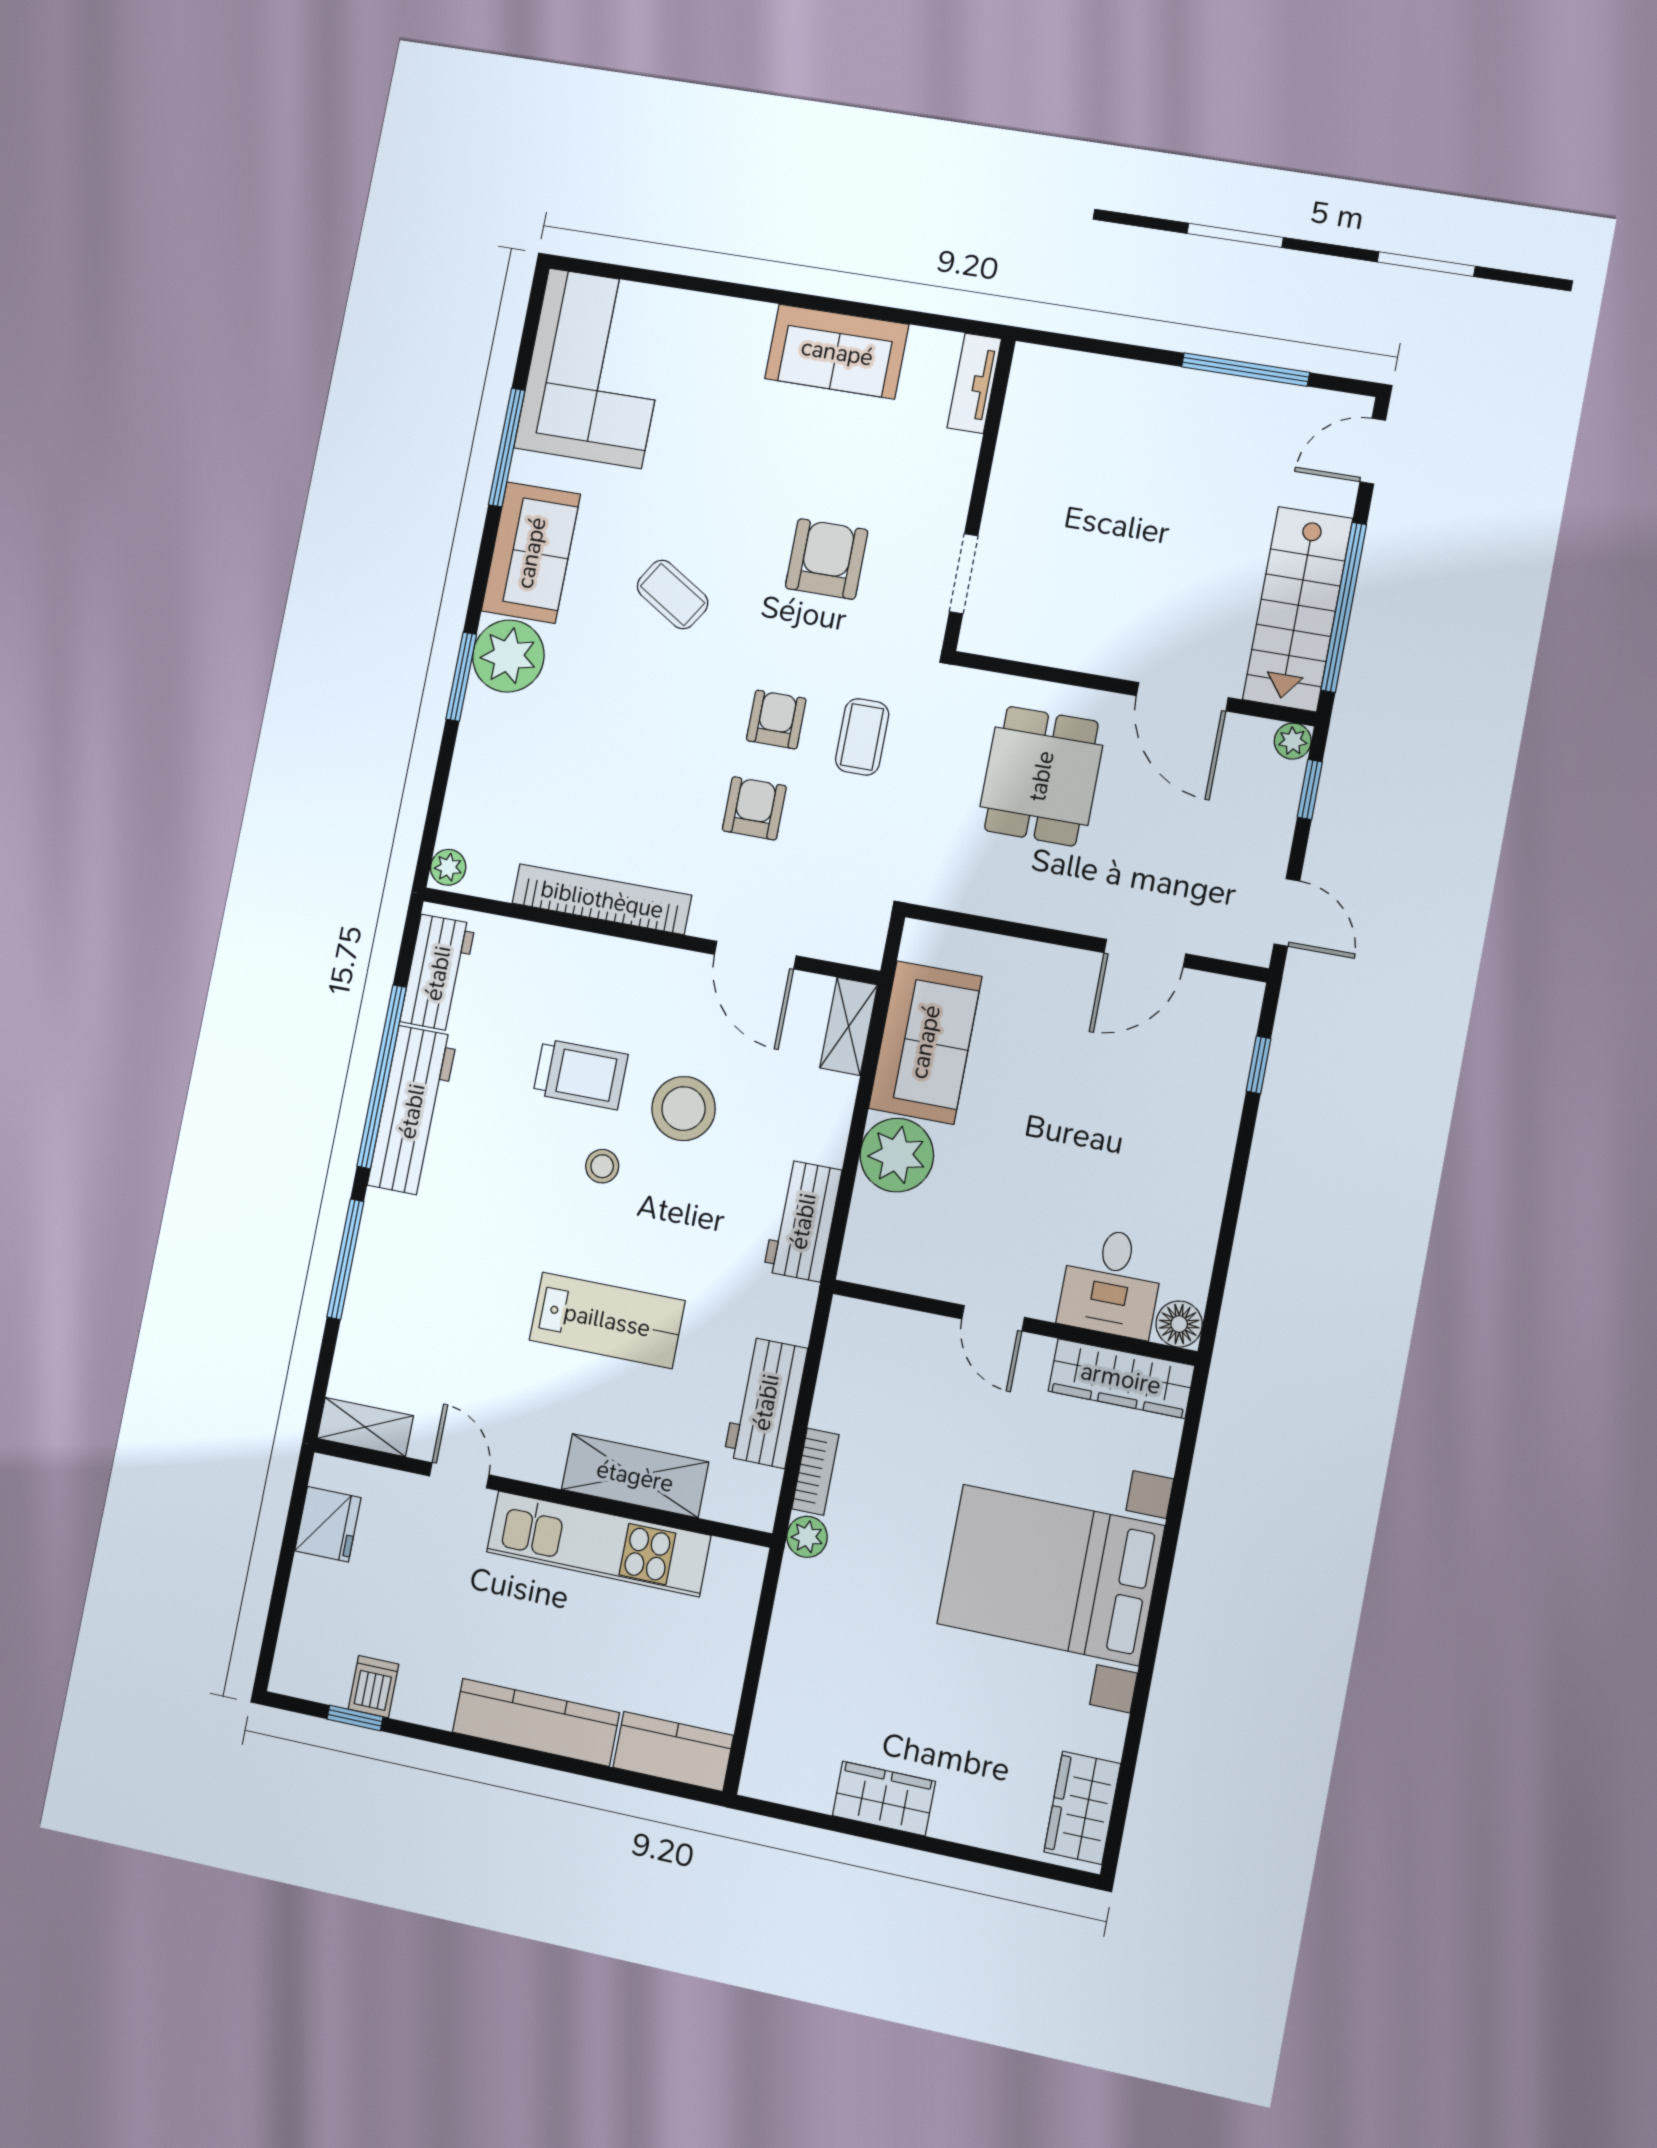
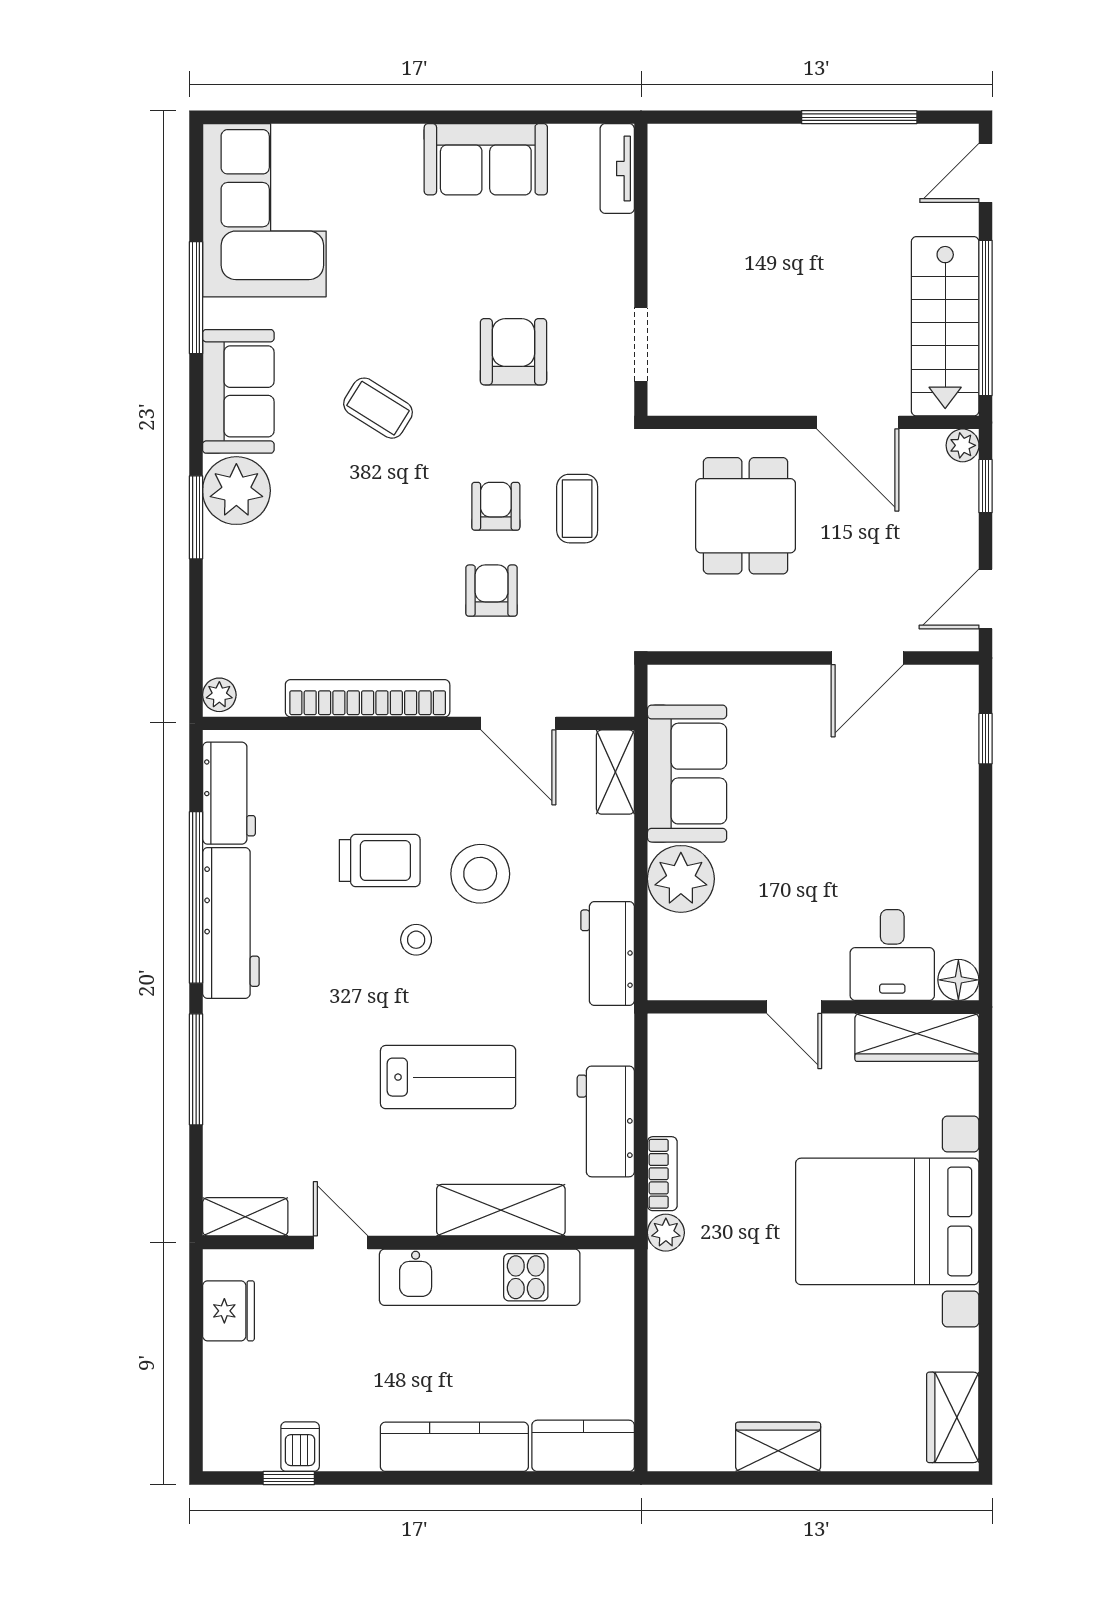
door: (1287, 912) -> (985, 599), swing flipped

